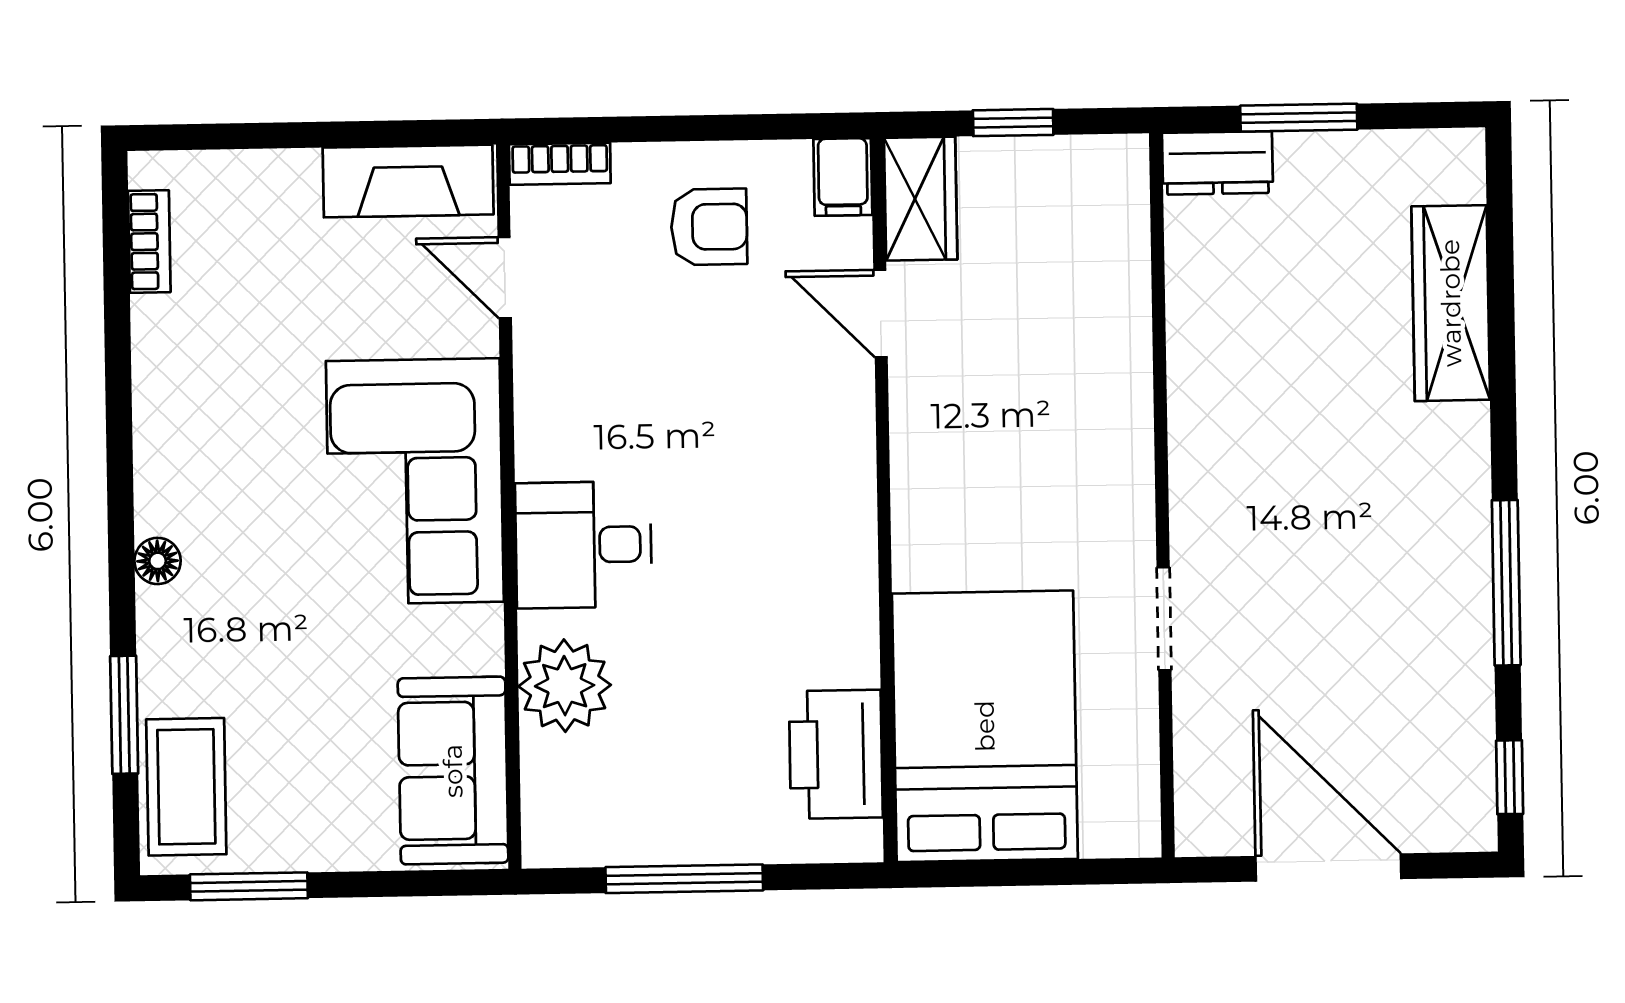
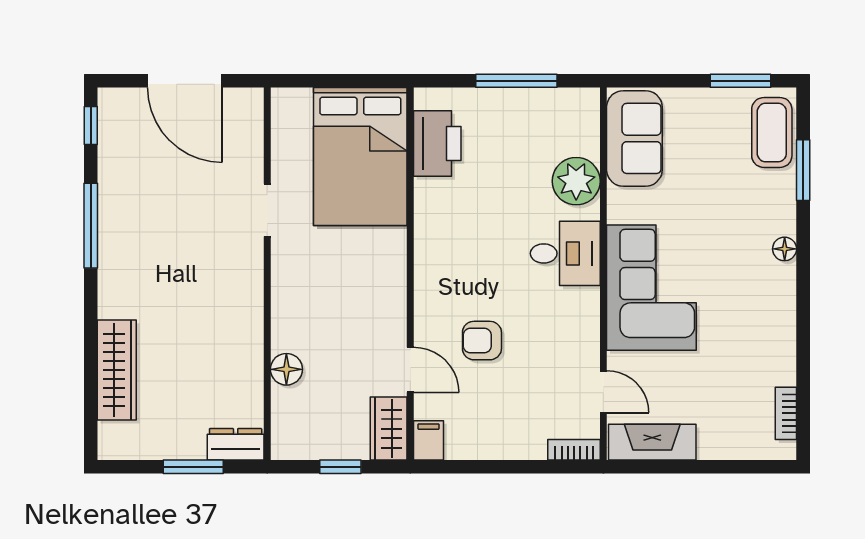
armchair: (709, 227) -> (482, 341), moved
floor lamp: (1121, 310) -> (286, 369), added

